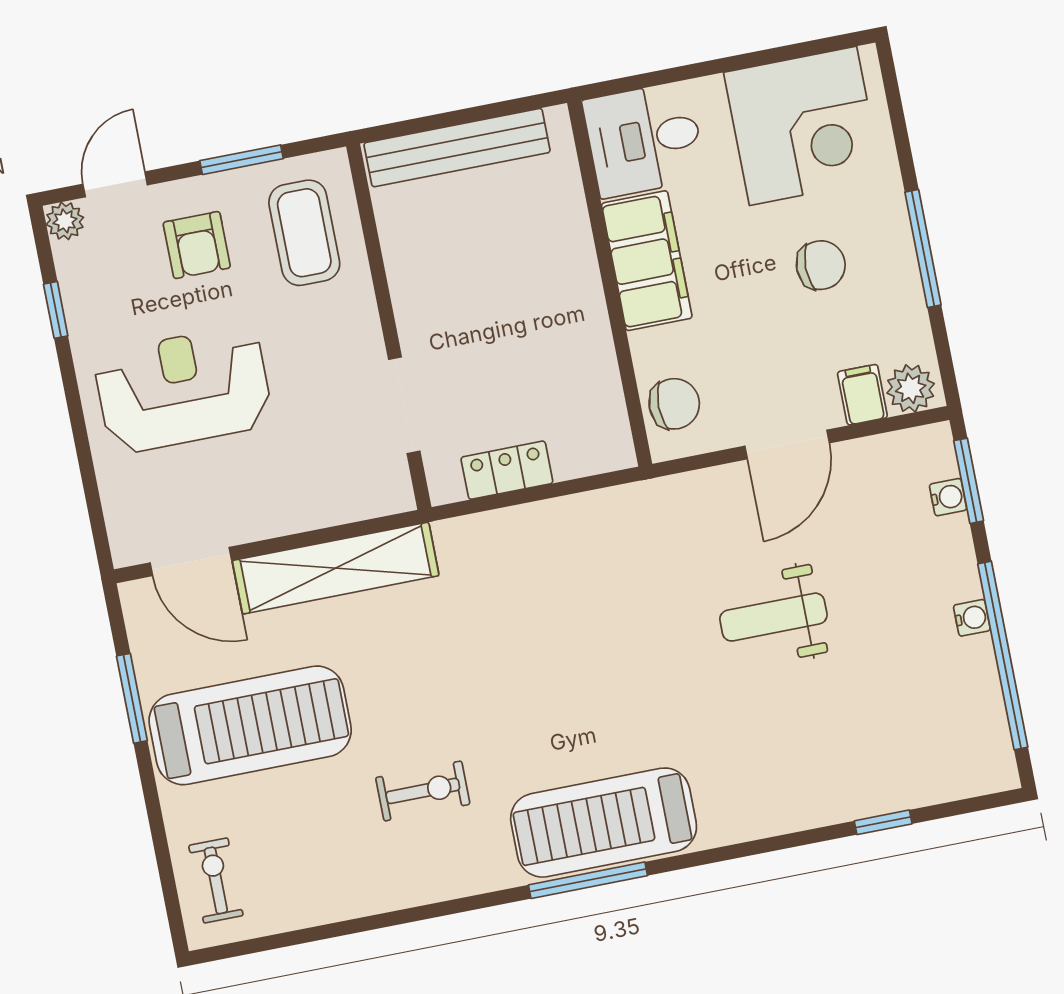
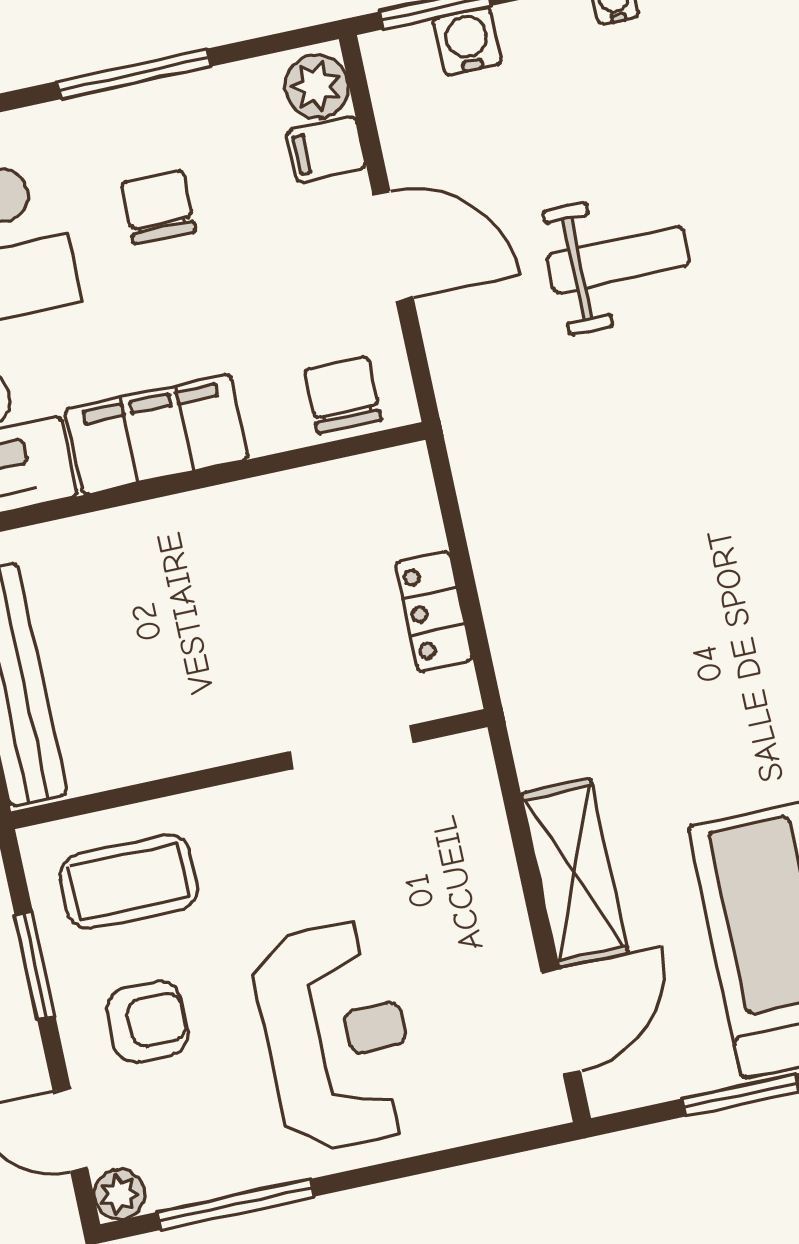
window: (56, 310) -> (236, 1204), width x2.17
reception desk: (183, 389) -> (336, 1036), turned 180
water cooler: (948, 497) -> (467, 41), width x1.38, depth x1.38
shelving: (336, 568) -> (574, 873), width x0.68
weight bench: (773, 617) -> (619, 260), turned -90

